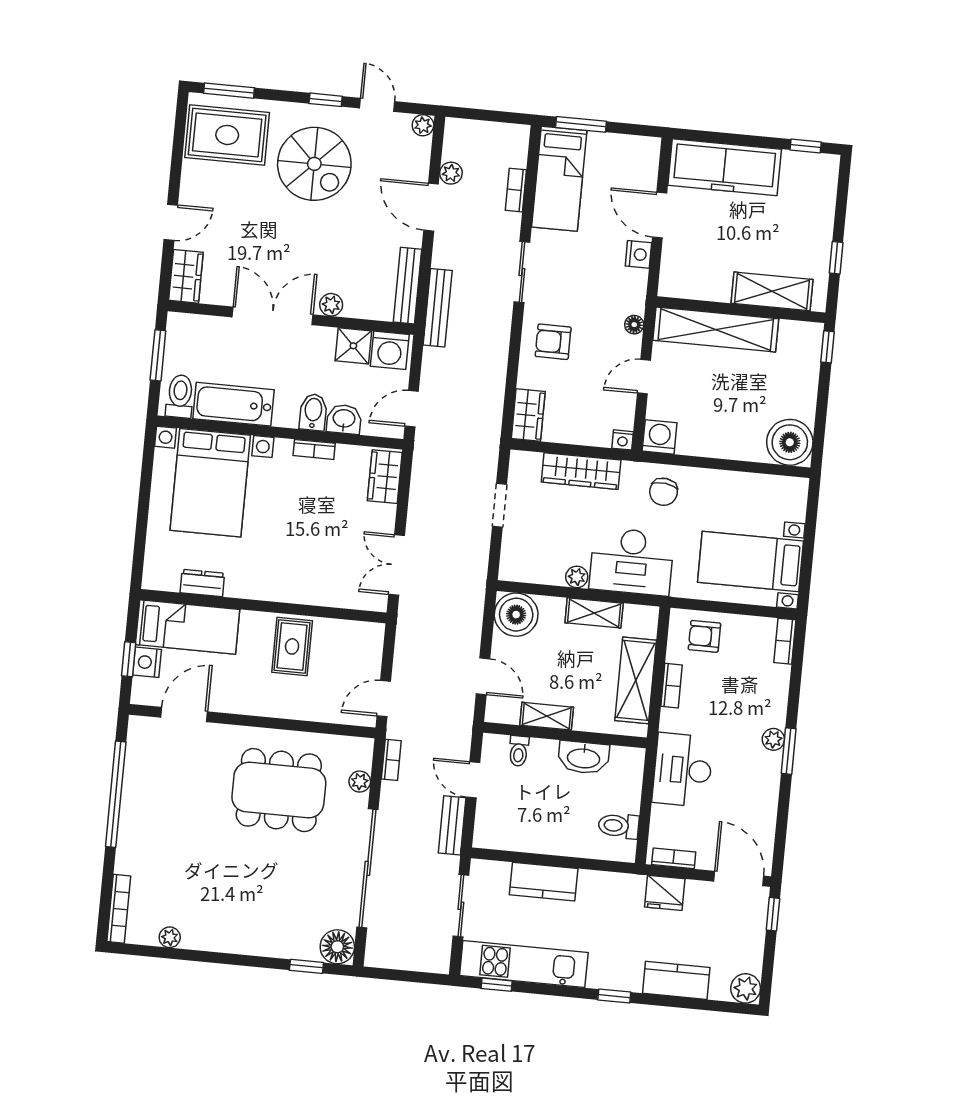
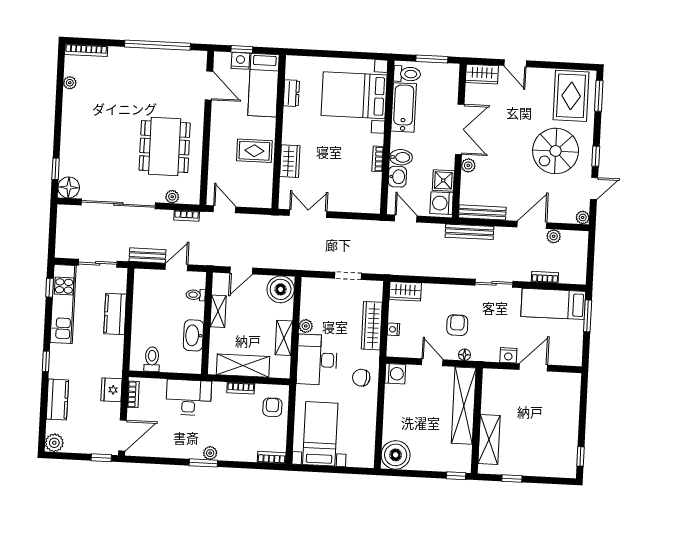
freezer: (725, 167) -> (565, 406), removed
armchair: (553, 342) -> (457, 325), moved
nightstand: (623, 440) -> (393, 329), moved
wardrobe: (385, 477) -> (290, 161), moved, turned 90

